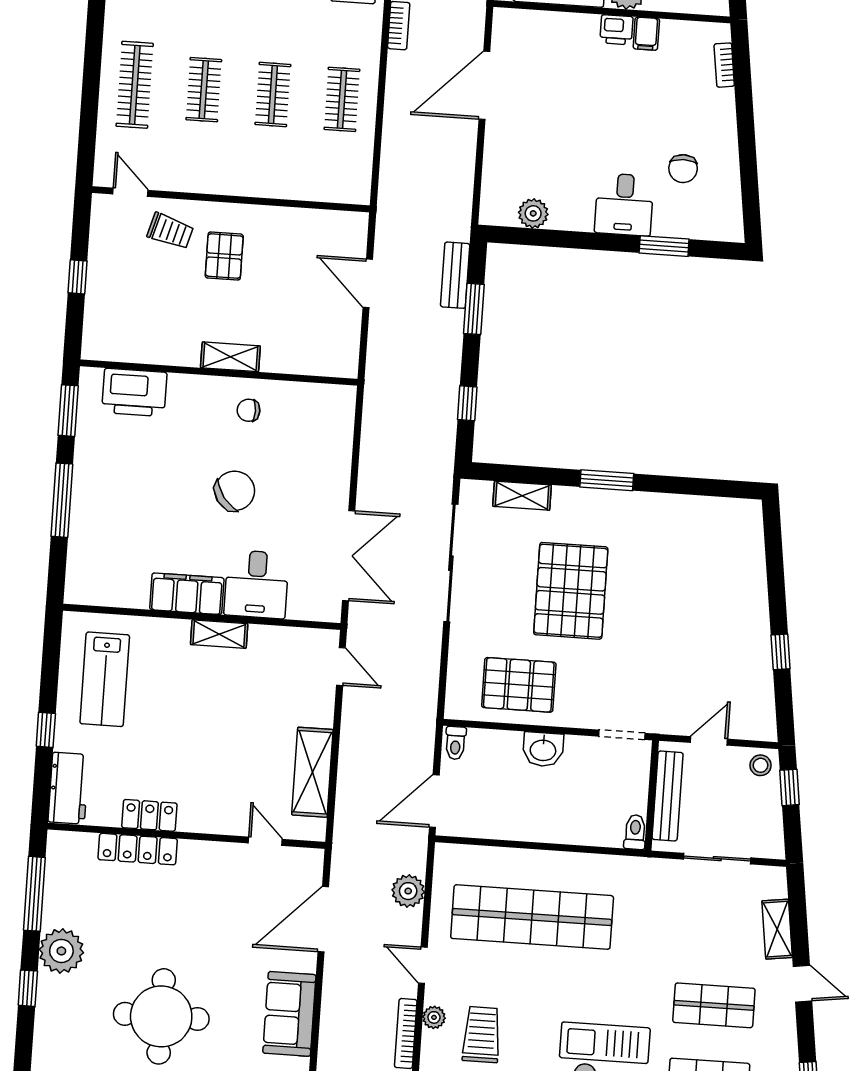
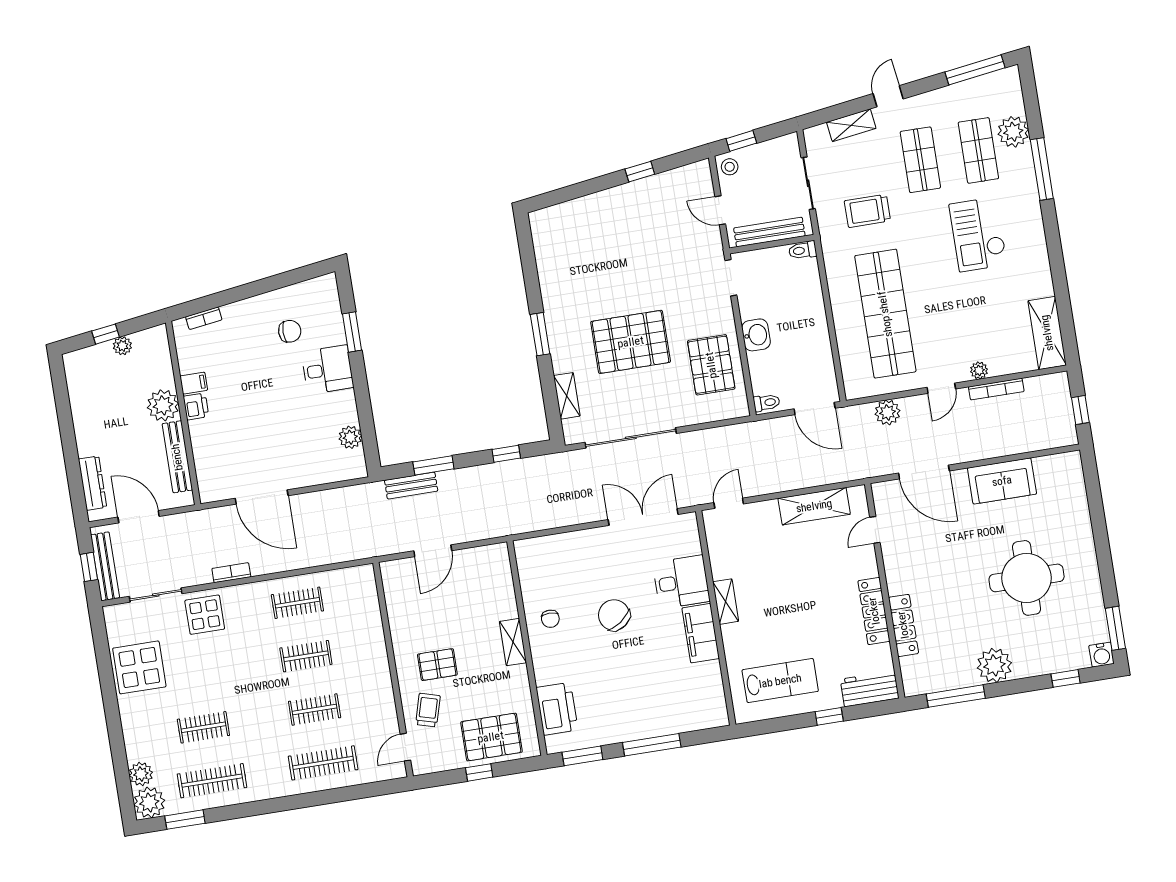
pallet: (118, 303) -> (491, 737), added
locker: (149, 815) -> (874, 611), width x1.53
window: (28, 988) -> (1066, 678), moved
trolley: (482, 1035) -> (867, 211), moved

